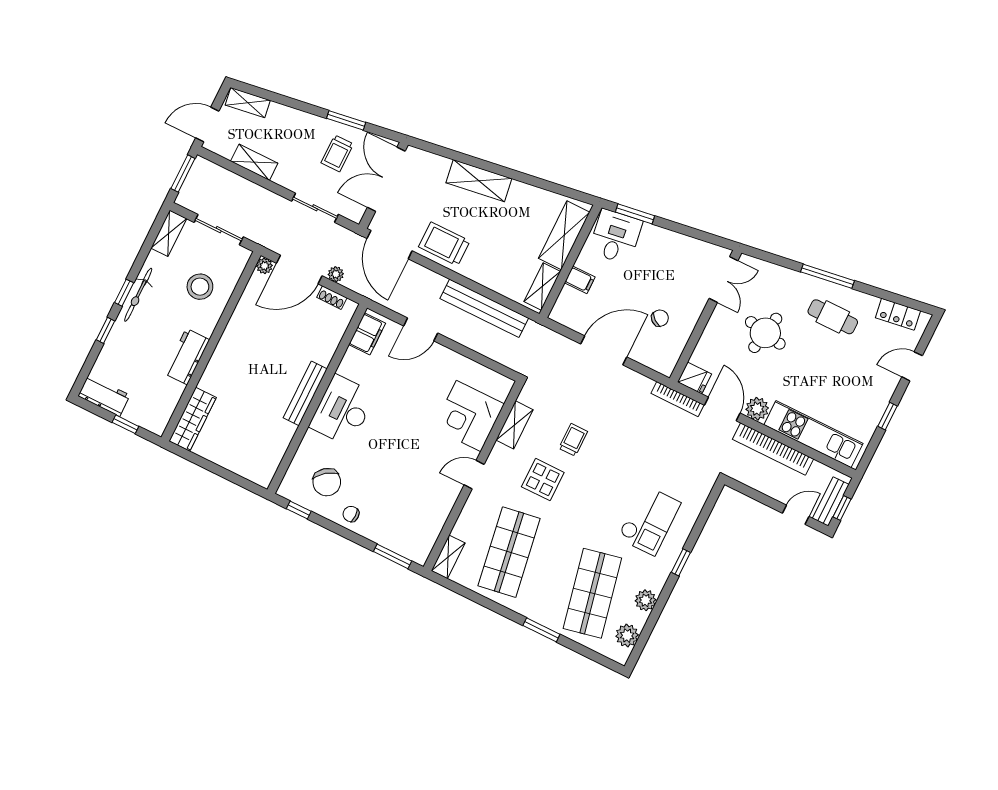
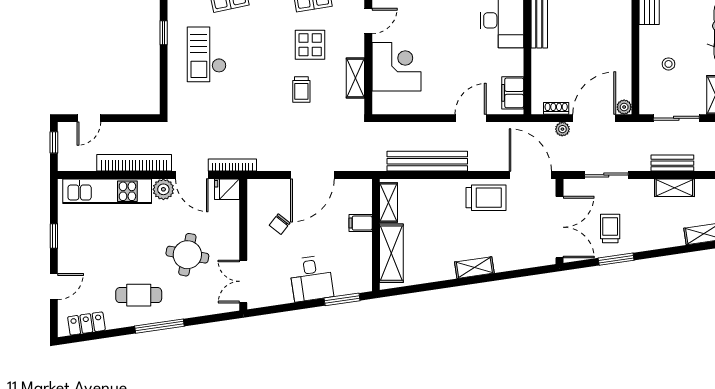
shelving: (479, 181) -> (474, 268), width x0.67, depth x0.75
desk: (616, 237) -> (311, 278), moved
stool: (200, 287) -> (669, 64), width x0.53, depth x0.53
bench: (831, 501) -> (672, 163), moved, turned 90

